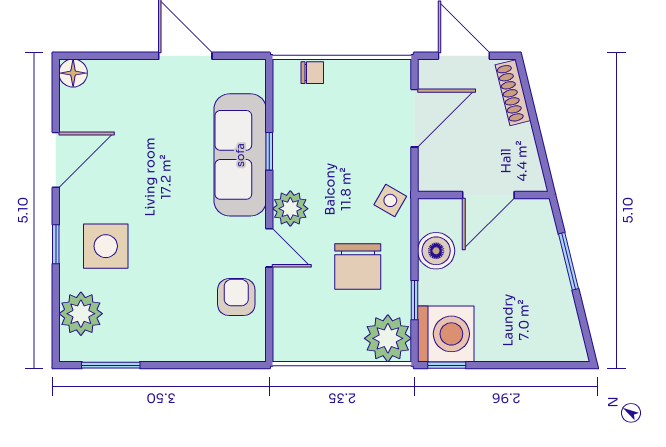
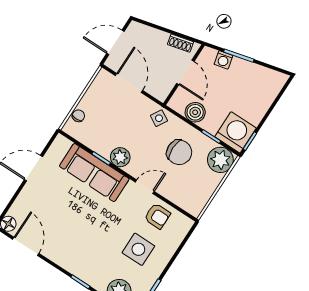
shoe rack: (513, 93) -> (180, 43), moved, width x0.70
door: (56, 160) -> (26, 246), moved
plant: (290, 209) -> (120, 157), moved
washing machine: (546, 242) -> (223, 60), added
side table: (106, 246) -> (138, 249), moved
armchair: (236, 297) -> (157, 216), turned 180

